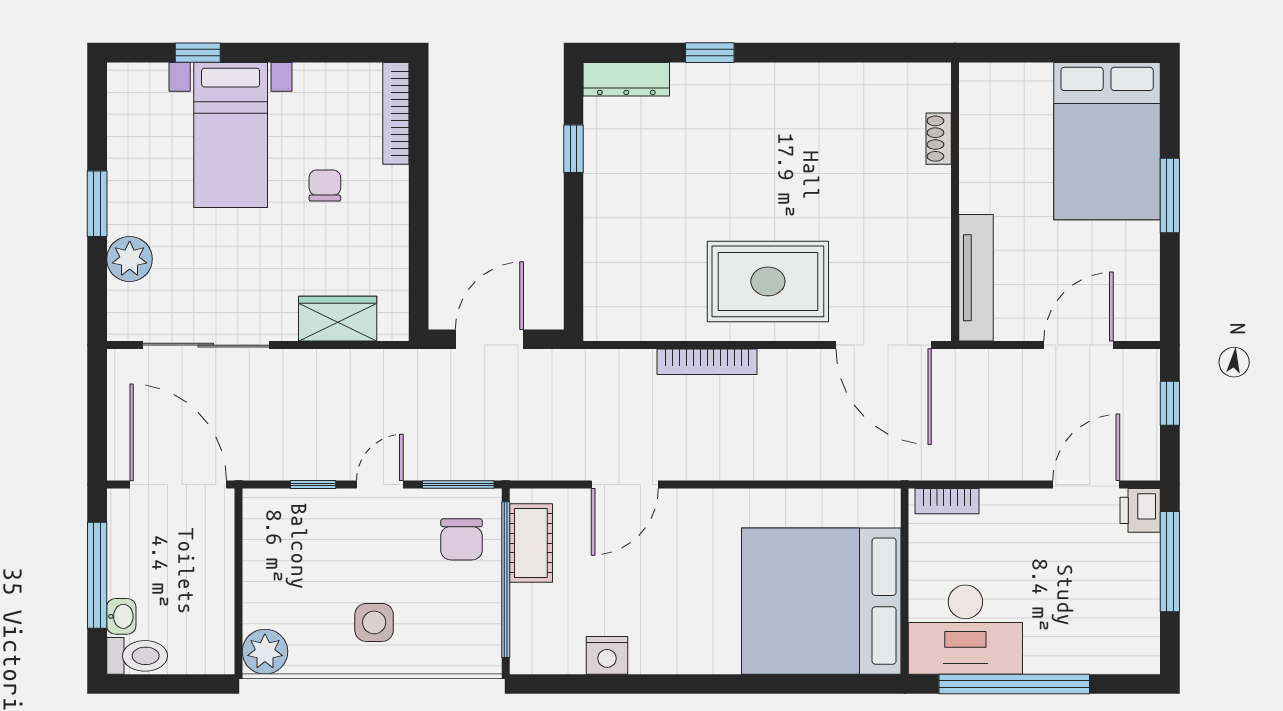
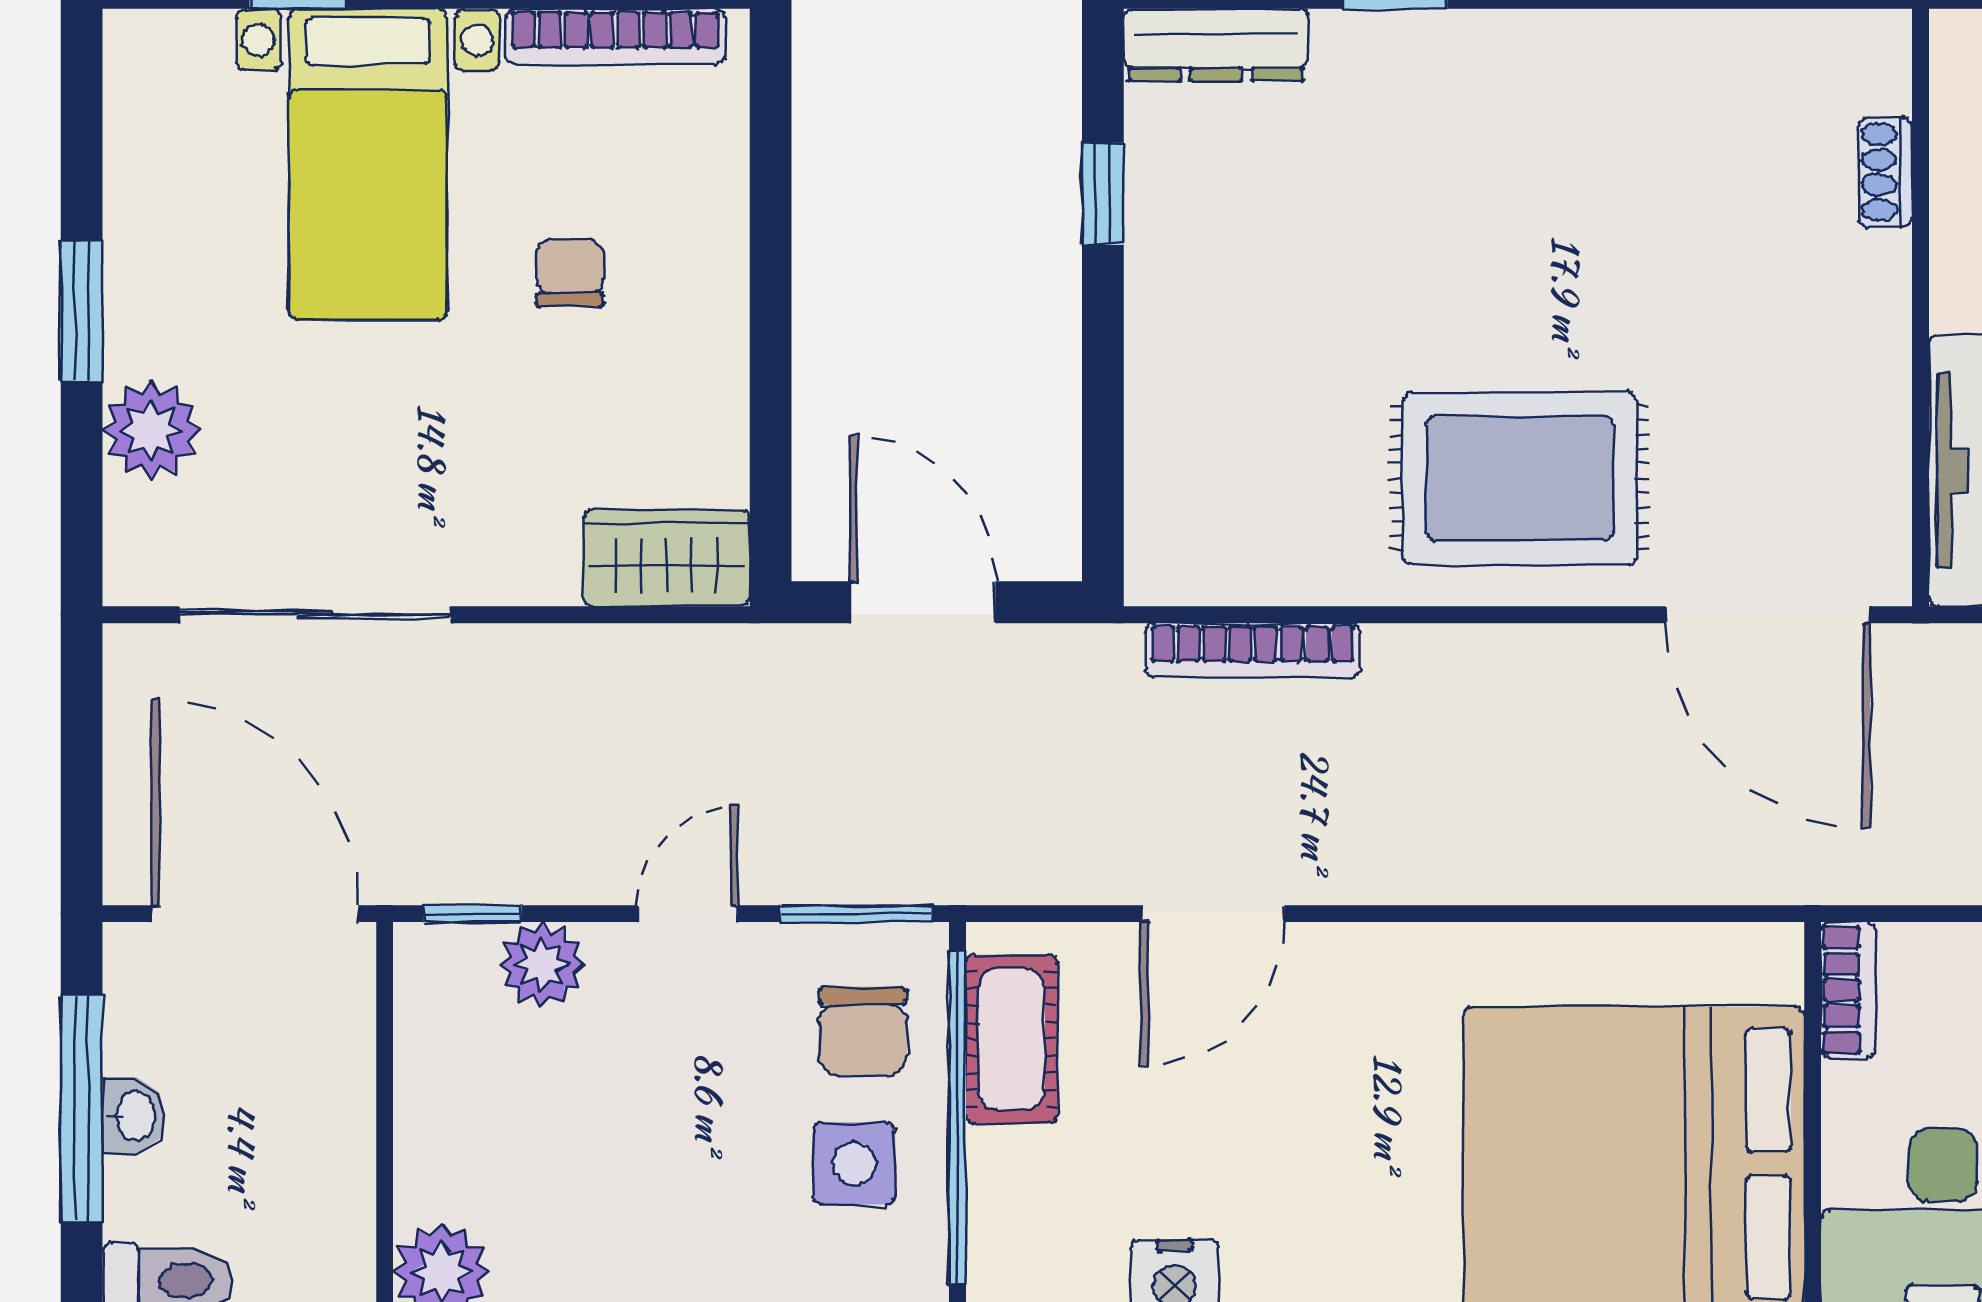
bookcase: (396, 113) -> (615, 37), moved, turned -90
wardrobe: (338, 319) -> (667, 558), moved
door: (489, 339) -> (923, 602), hinge flipped
bookcase: (707, 362) -> (1253, 650), moved
window: (313, 485) -> (473, 914), moved
bookcase: (947, 501) -> (1848, 990), moved, turned -90
plant: (312, 508) -> (542, 964), added
washbasin: (121, 616) -> (134, 1116), moved
side table: (374, 622) -> (854, 1163), moved

